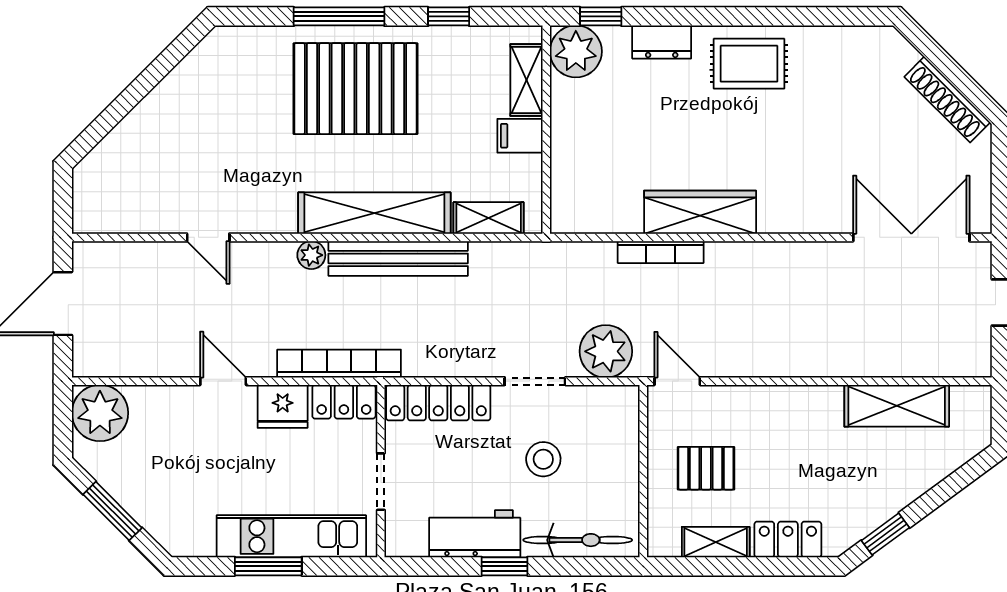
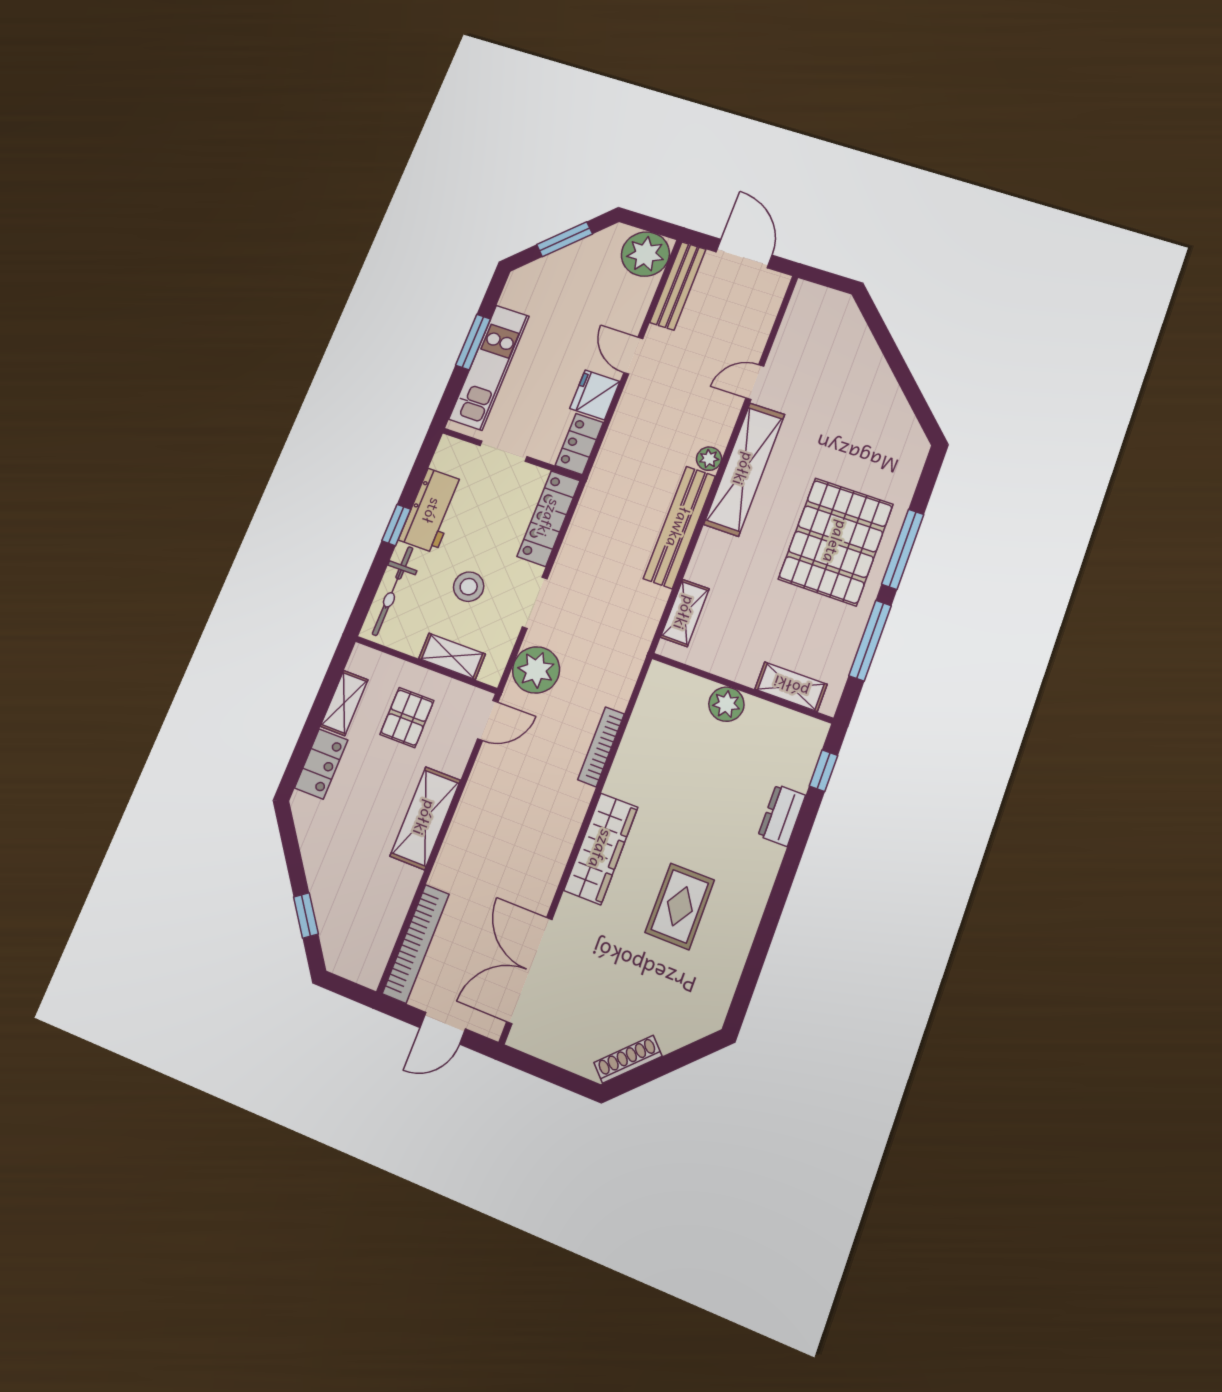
window: (449, 16) -> (870, 641), width x2.17
plant: (576, 51) -> (726, 704), moved, width x0.73, depth x0.73
rug: (749, 64) -> (680, 906), moved
shoe rack: (947, 100) -> (628, 1059), width x0.74, depth x0.81
filing cabinet: (520, 136) -> (745, 664), removed
wardrobe: (700, 212) -> (601, 849), moved
shelving: (374, 213) -> (744, 469), moved
double door: (911, 237) -> (529, 970), swing flipped
bench: (125, 363) -> (678, 286), added
bookcase: (339, 364) -> (416, 944), moved
door: (223, 381) -> (633, 356), swing flipped
shelving: (897, 406) -> (425, 818), moved
shelving: (624, 447) -> (452, 656), added
window: (885, 534) -> (306, 915), moved

